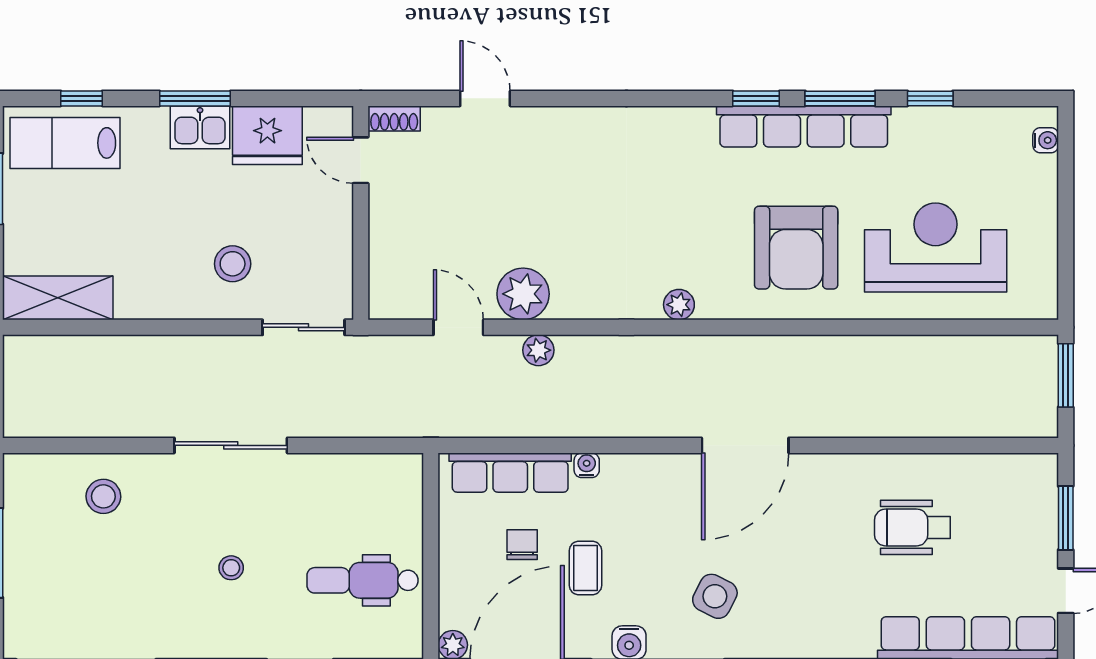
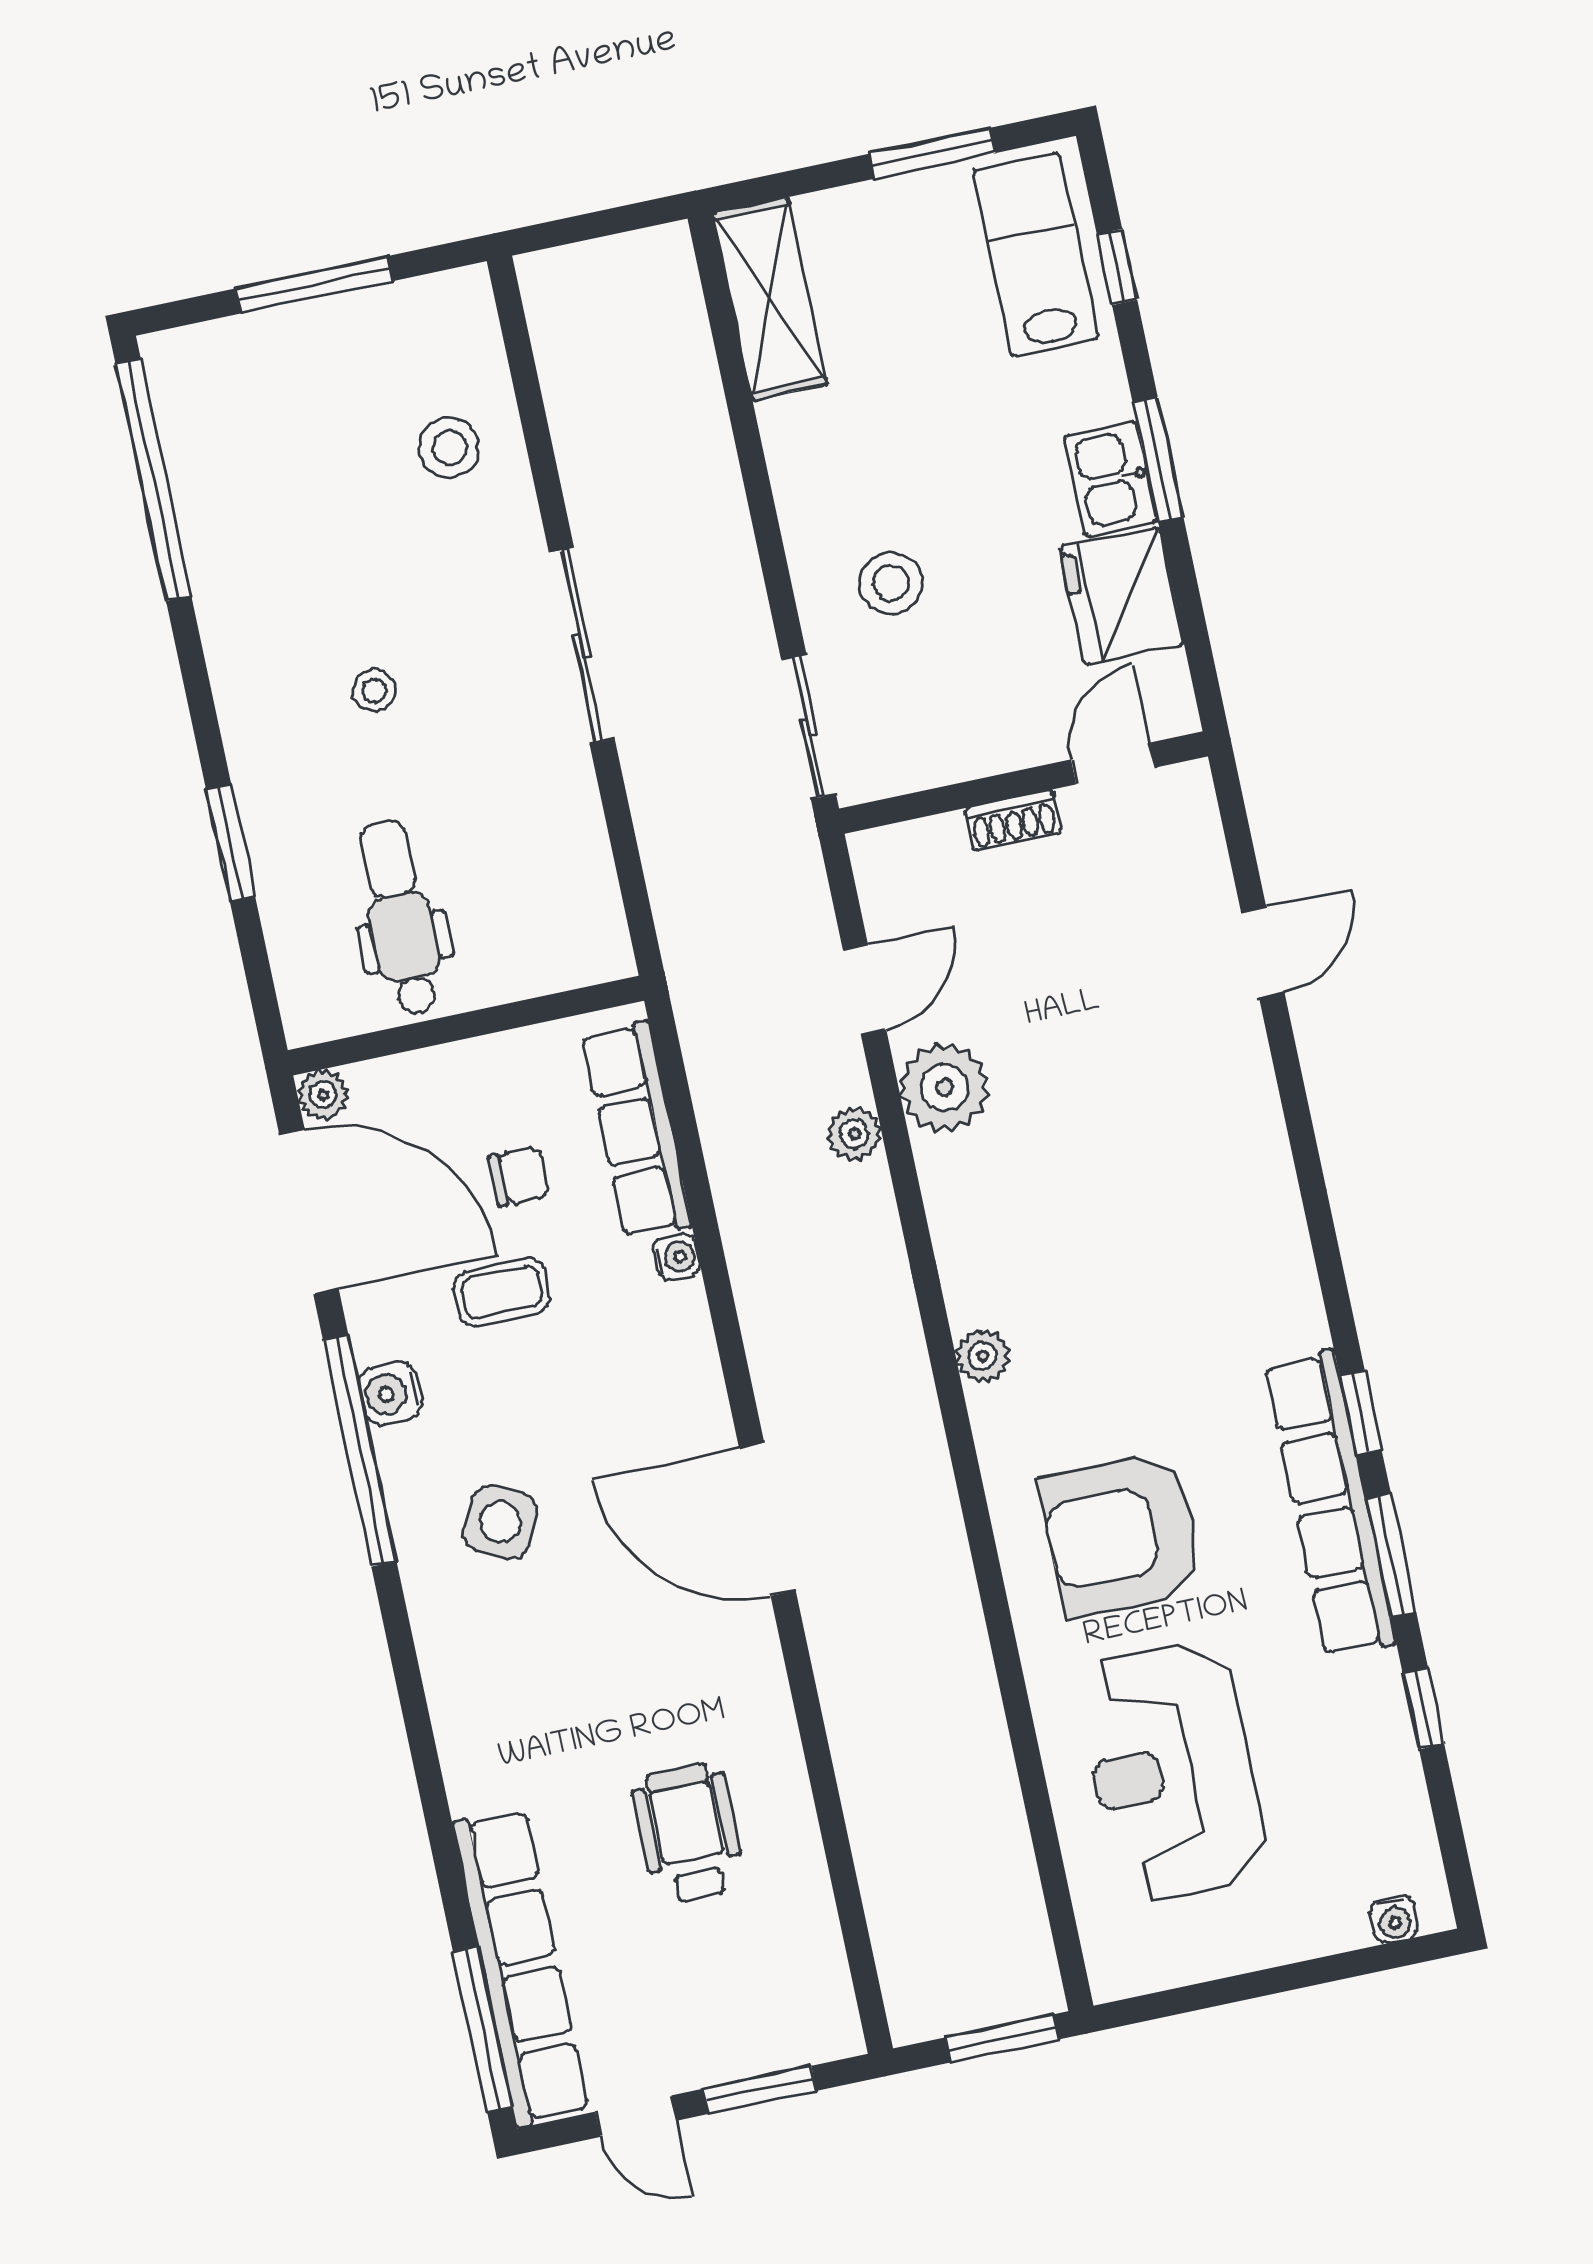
shoe rack: (394, 119) -> (1013, 820), moved, turned -90
reception desk: (936, 248) -> (1172, 1771), turned 180

